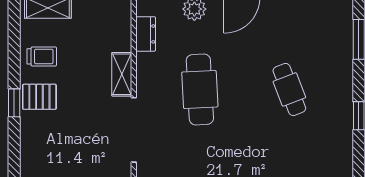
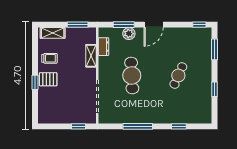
shelving: (122, 74) -> (91, 56), moved
cafe table: (289, 89) -> (178, 75), turned 45

